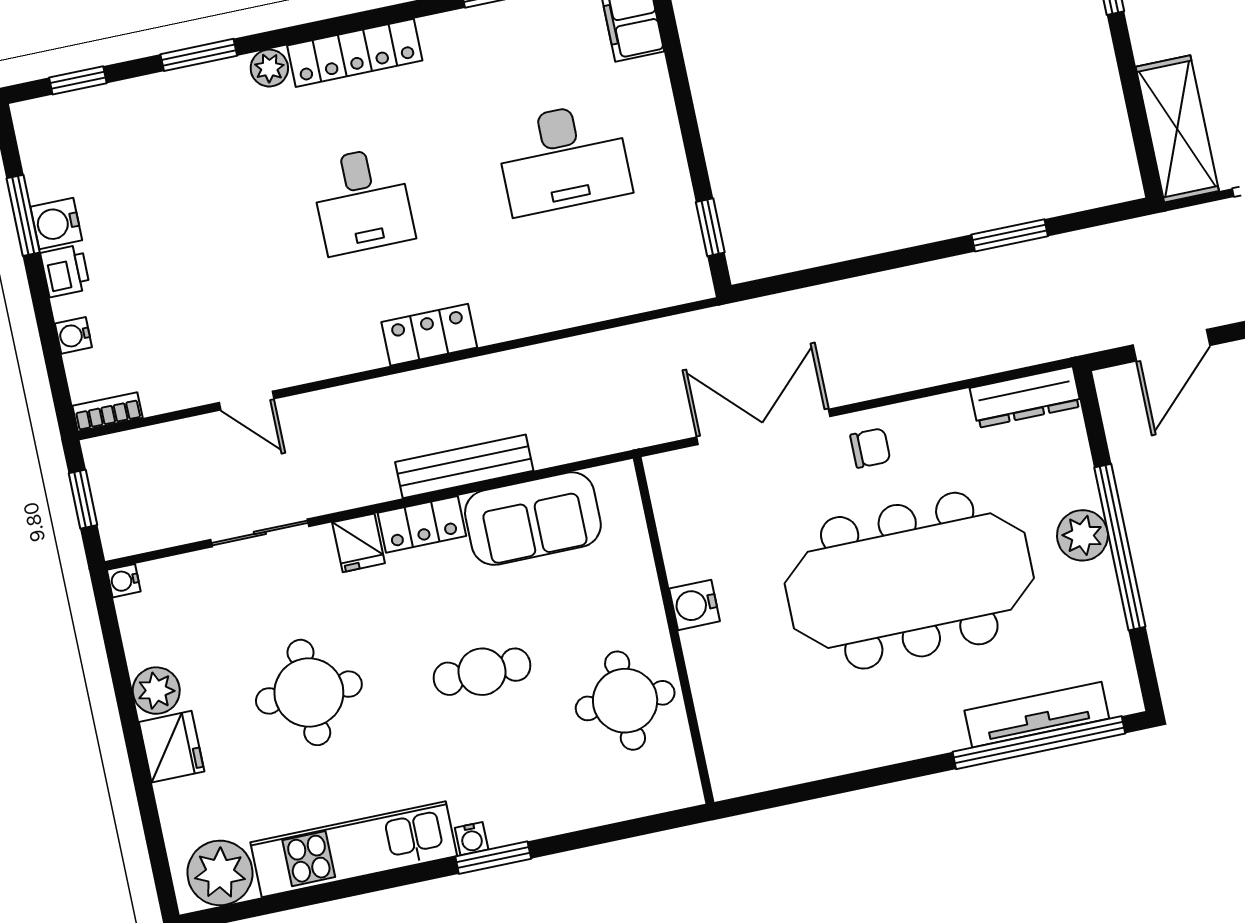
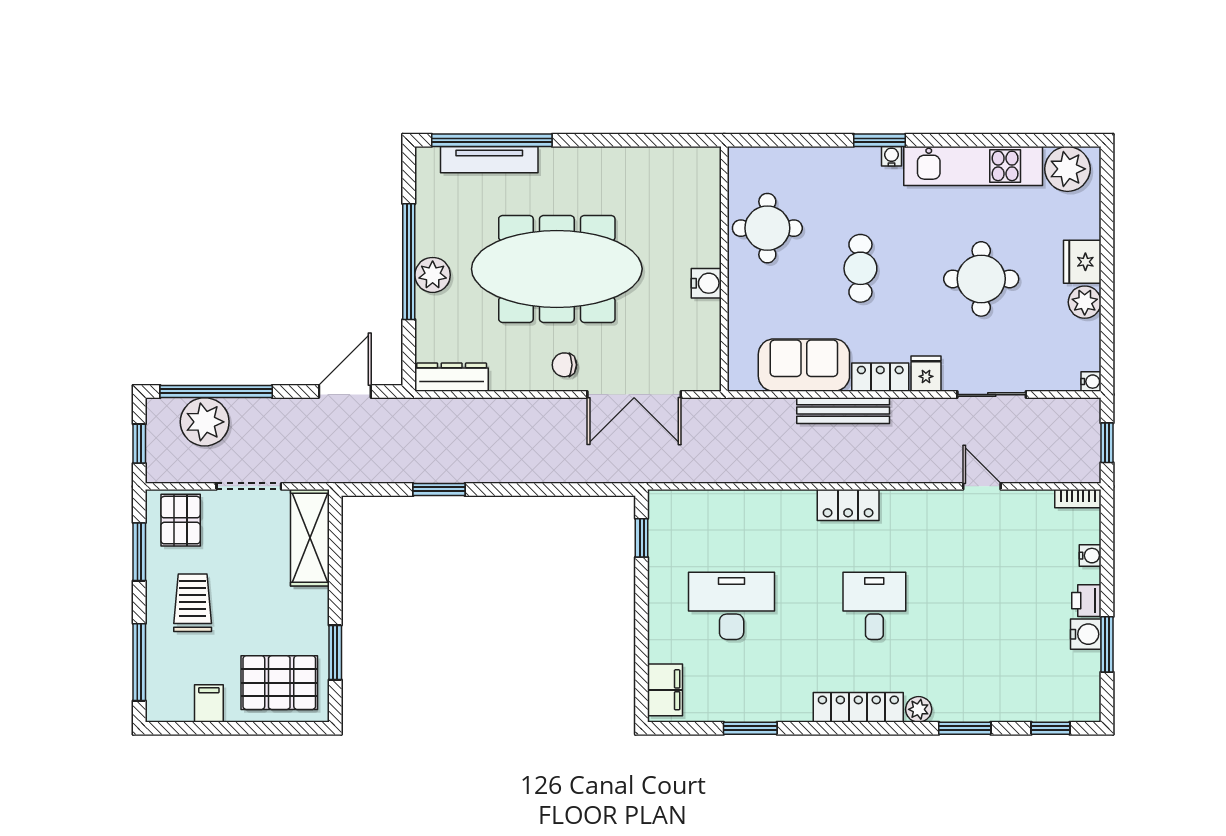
cafe table: (482, 672) -> (860, 268), turned 90

